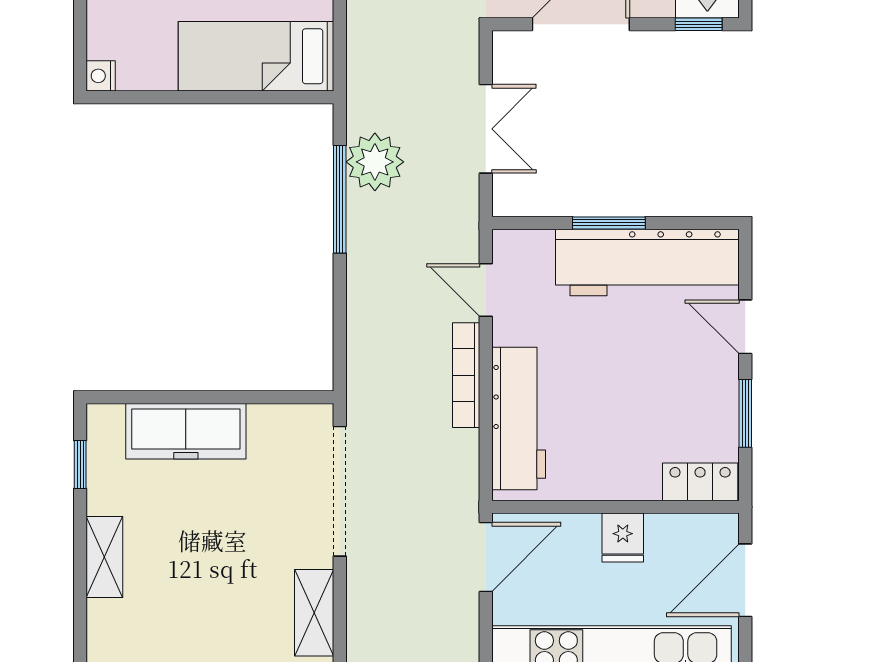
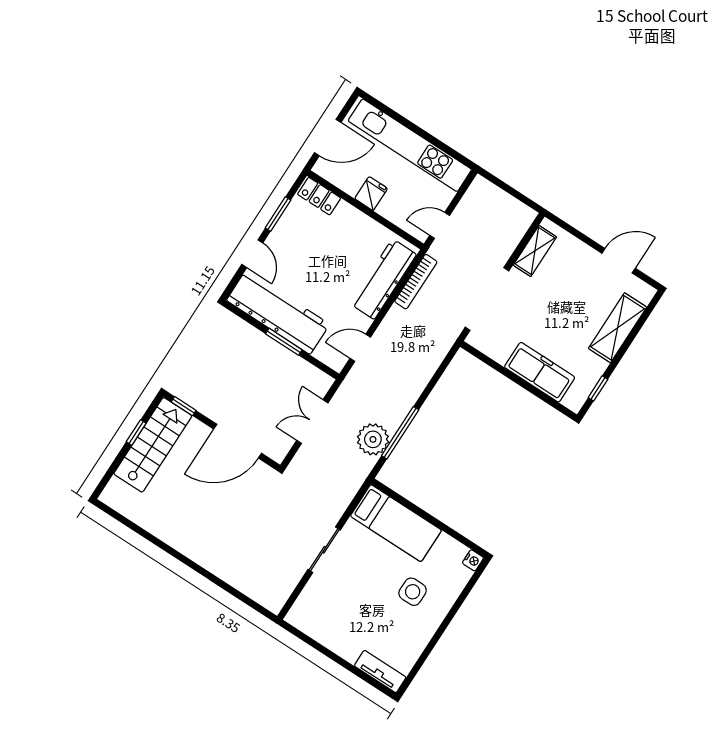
door: (486, 290) -> (360, 348), swing flipped
bookcase: (466, 375) -> (416, 282), moved
shelving: (104, 557) -> (618, 328), width x1.50, depth x1.33
door: (486, 557) -> (440, 225), width x0.73

